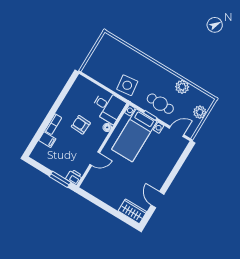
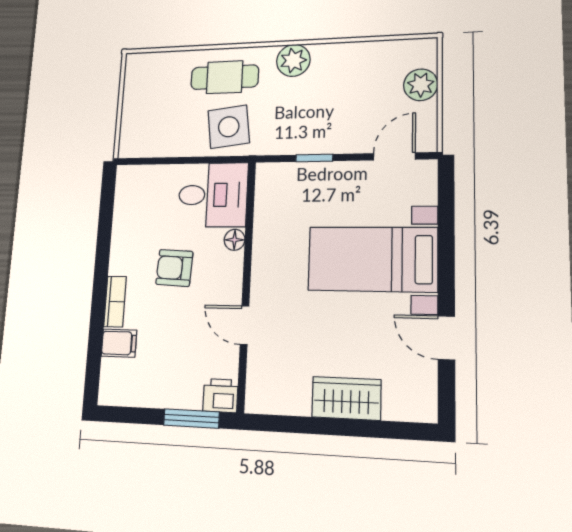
plant: (182, 87) -> (293, 60), moved
cafe table: (160, 104) -> (225, 77), moved
bed with nightstands: (134, 135) -> (372, 259), moved, turned 90
door: (95, 159) -> (244, 325), swing flipped
wardrobe: (132, 211) -> (346, 398), moved

